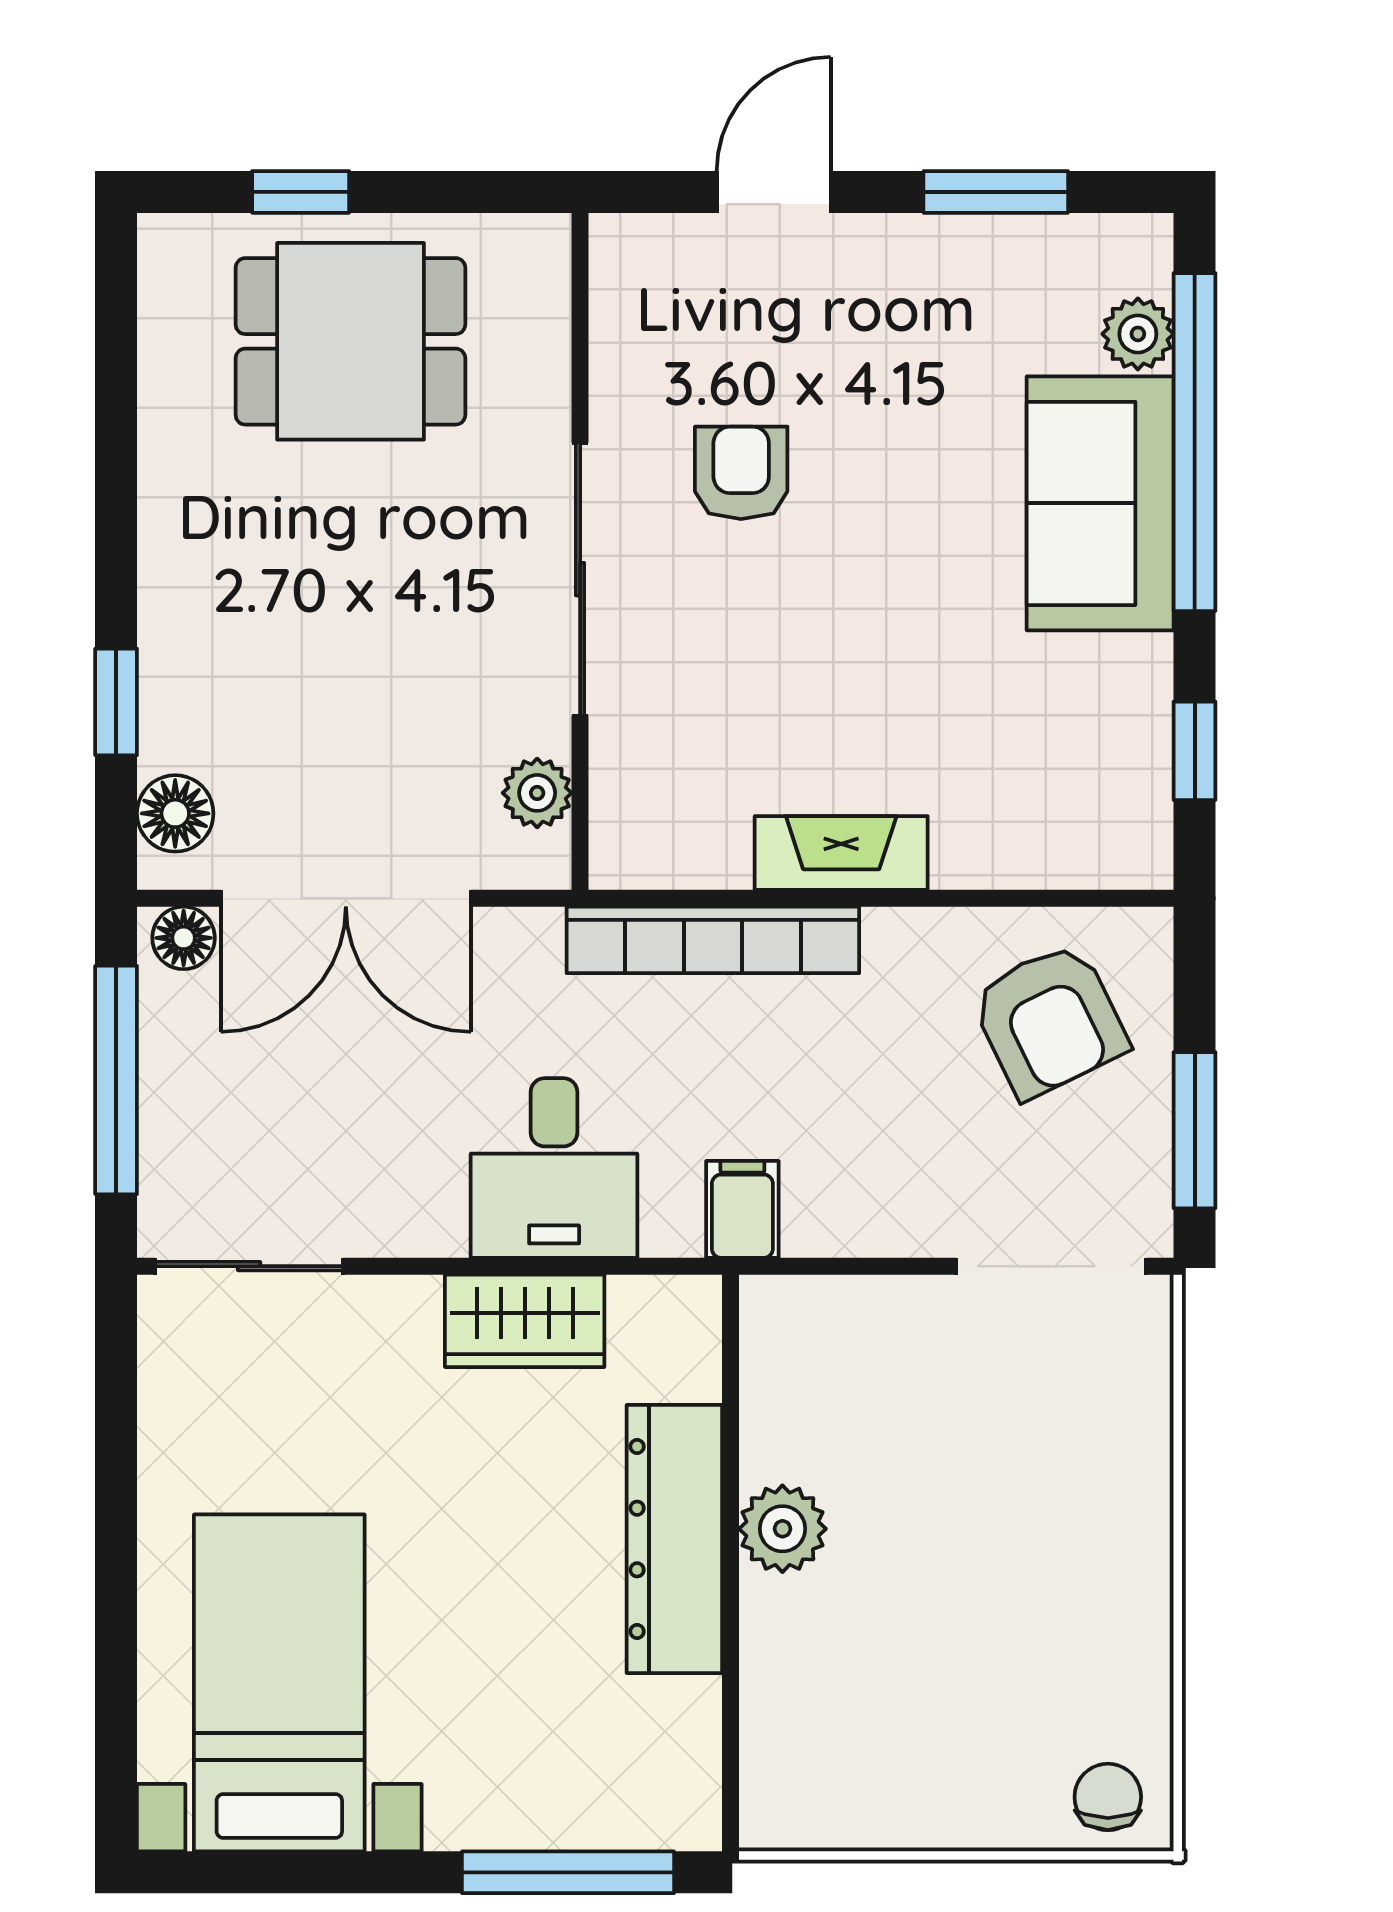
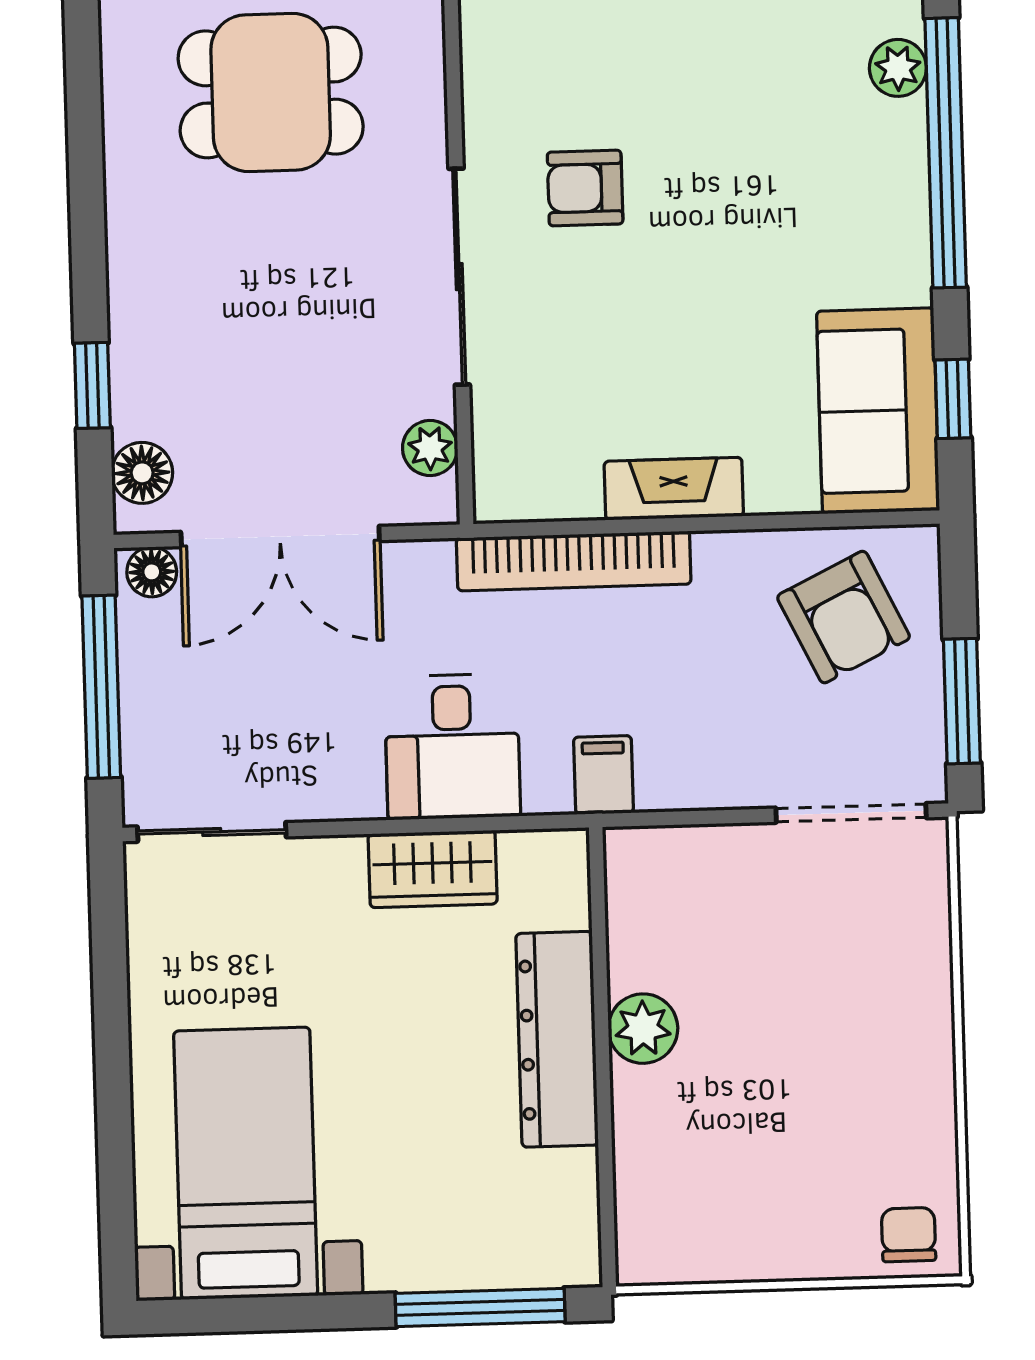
armchair: (741, 473) -> (585, 188), turned -90
sofa: (1100, 503) -> (878, 411), moved

